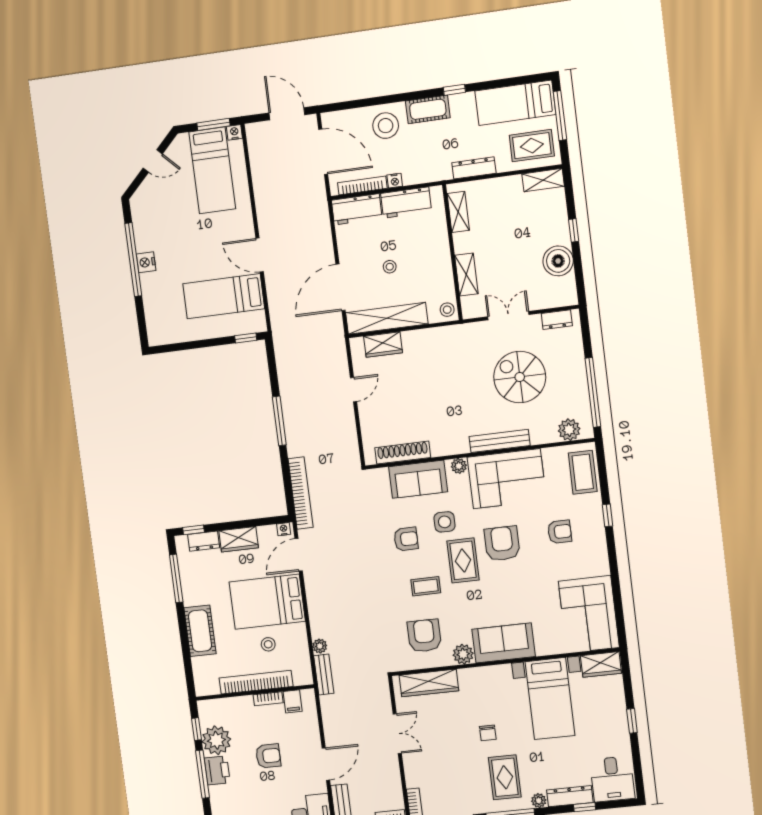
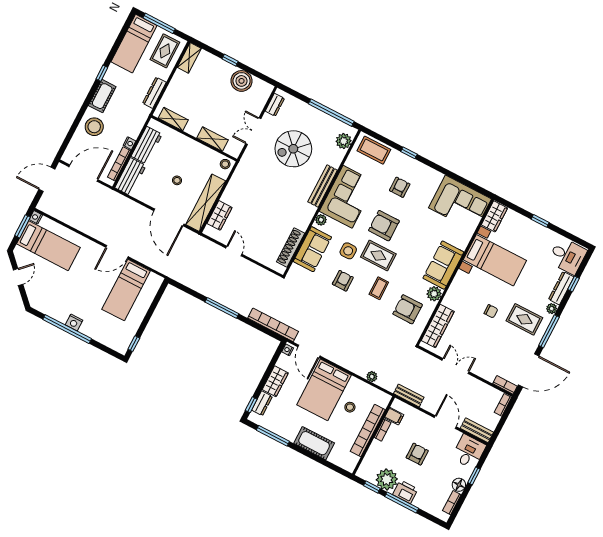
window: (246, 338) -> (134, 344), moved
bench: (324, 675) -> (409, 395), moved

